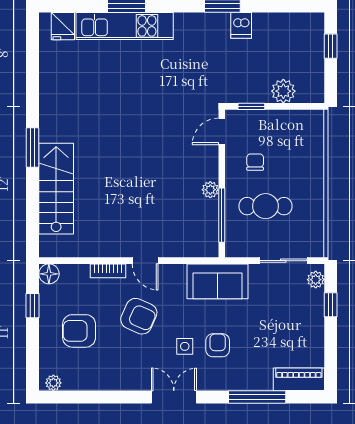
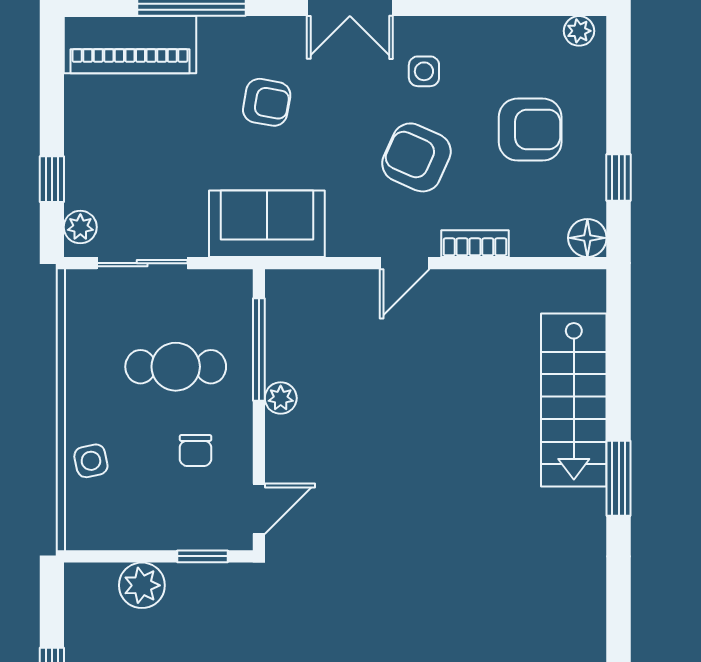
side table: (310, 157) -> (91, 461), added
door: (145, 261) -> (405, 263), swing flipped
armchair: (218, 345) -> (267, 102), turned -80
side table: (185, 346) -> (424, 71), moved
piano: (299, 379) -> (130, 45), width x1.37, depth x1.33

